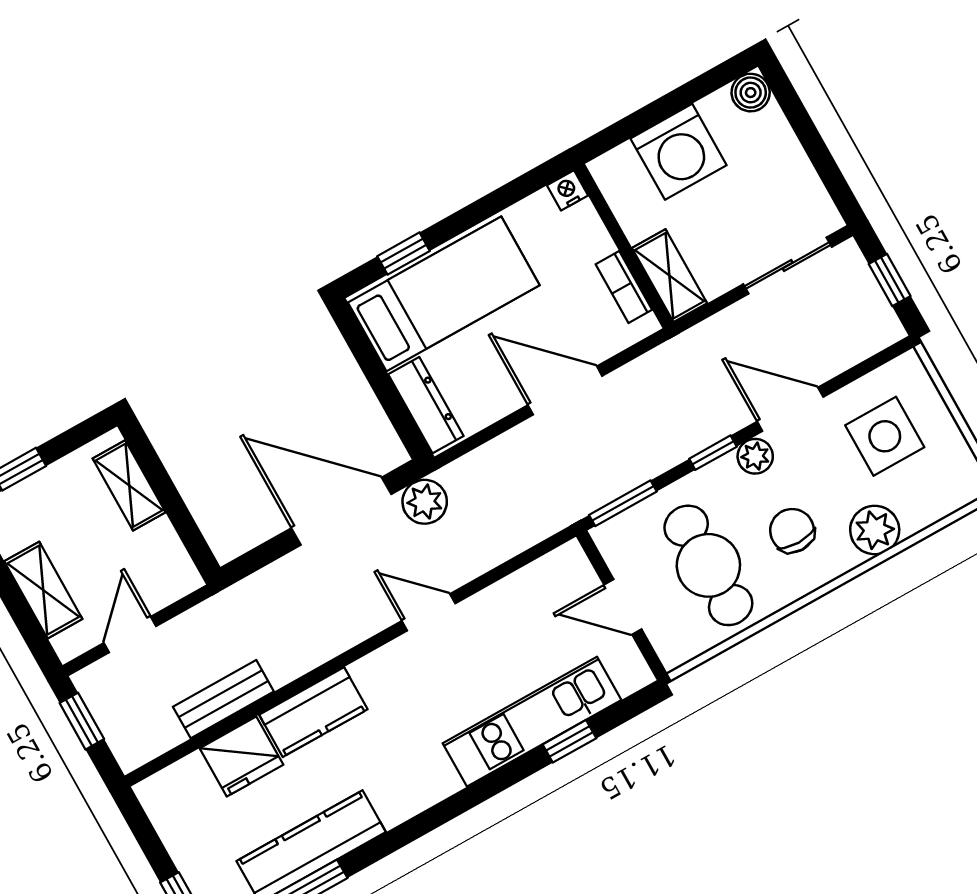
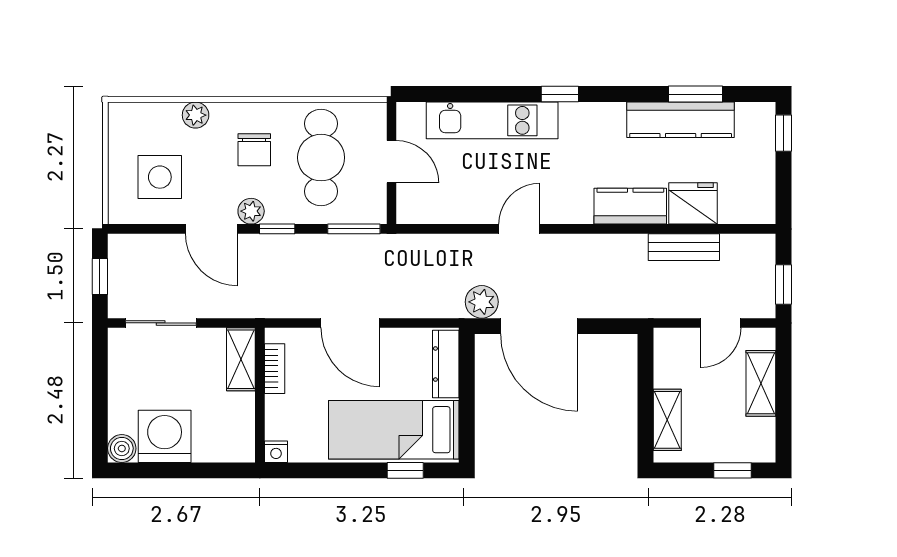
washing machine: (679, 152) -> (165, 436), moved
plant: (875, 530) -> (196, 115), width x0.73, depth x0.73
door: (429, 612) -> (519, 229), swing flipped
window: (569, 741) -> (560, 94), moved

